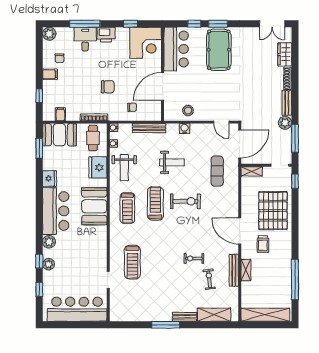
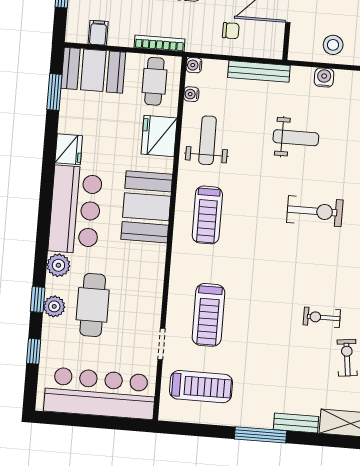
weight bench: (124, 168) -> (208, 140), turned 180
treadmill: (155, 203) -> (201, 387), moved, turned 90
cafe table: (69, 262) -> (93, 305), added

